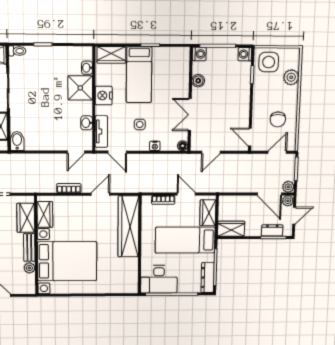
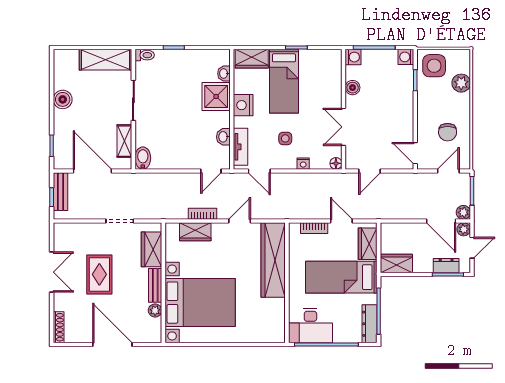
wardrobe: (45, 214) -> (195, 232), moved, turned 90

